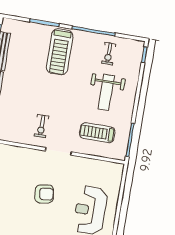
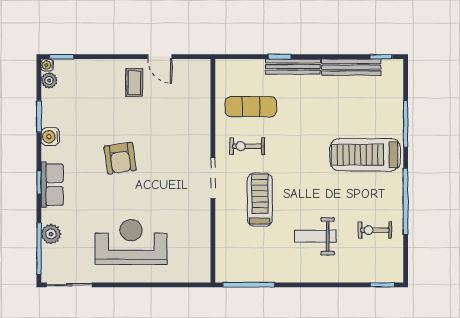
weight bench: (106, 92) -> (315, 236), width x0.73, depth x0.75
exercise mat: (17, 120) -> (251, 107), added
treadmill: (97, 133) -> (260, 200), moved
armchair: (44, 194) -> (120, 158), moved

